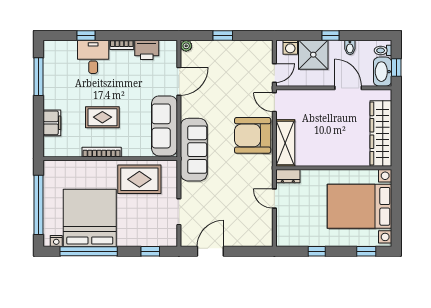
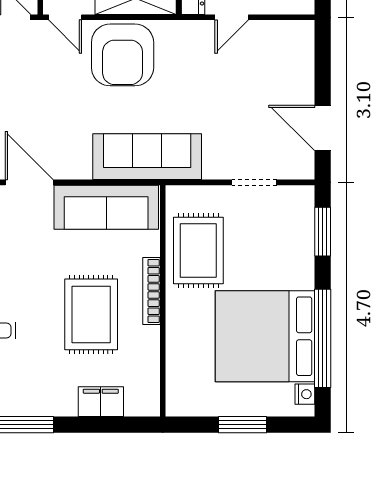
door: (274, 102) -> (65, 17), hinge flipped
rug: (102, 117) -> (91, 314), width x1.36, depth x1.43
bookcase: (102, 152) -> (151, 291), moved
window: (39, 205) -> (243, 425), width x0.47
window: (150, 251) -> (323, 232), width x1.50

